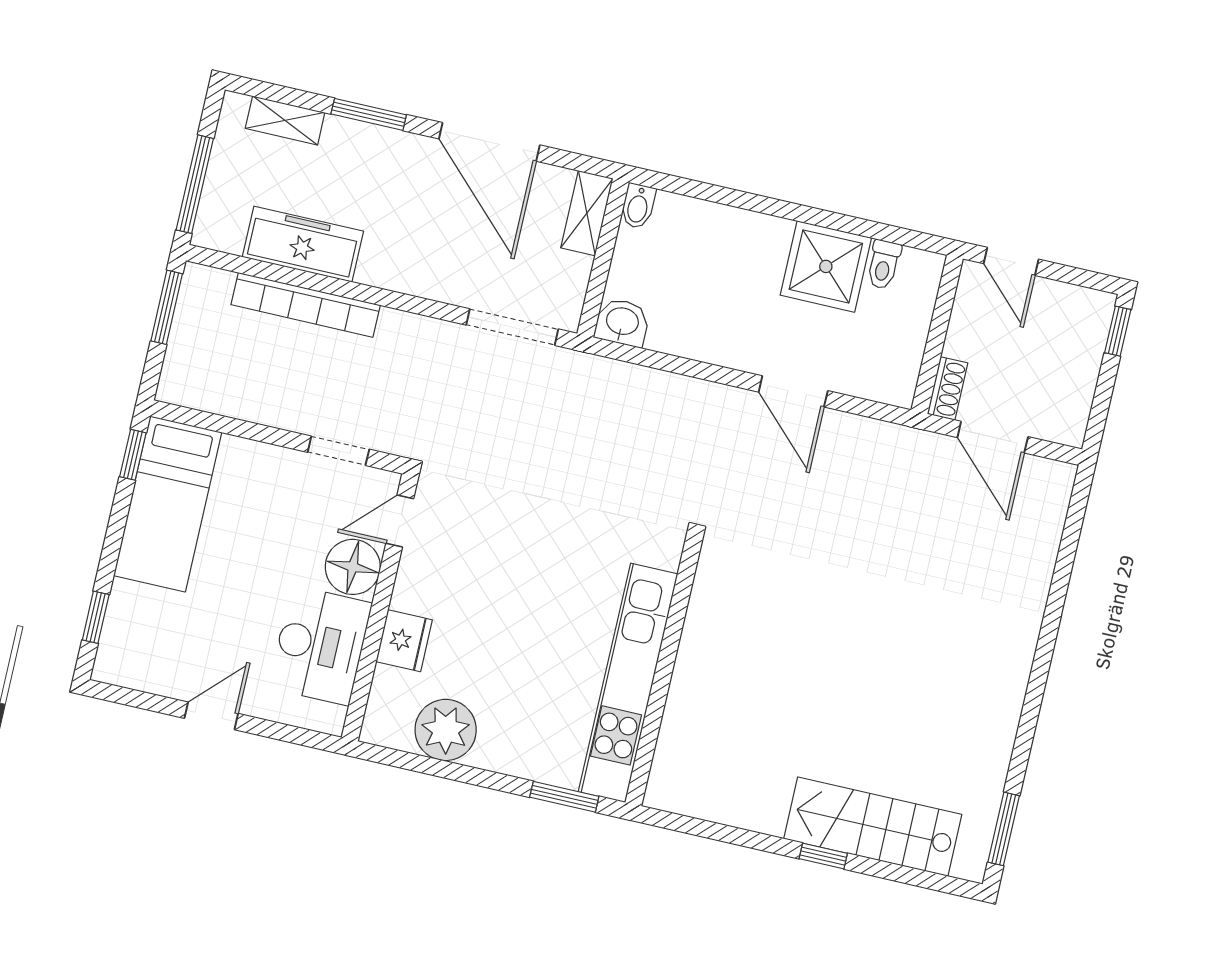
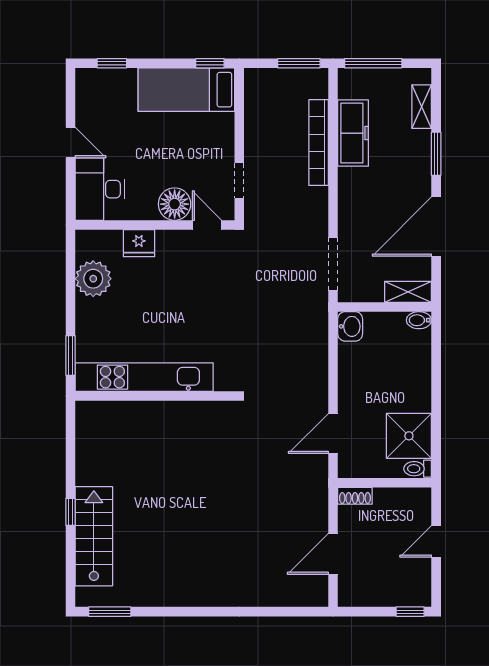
wall: (937, 334) -> (385, 483), moved
shoe rack: (948, 388) -> (355, 496), moved
desk: (320, 645) -> (100, 189), moved, turned 90

